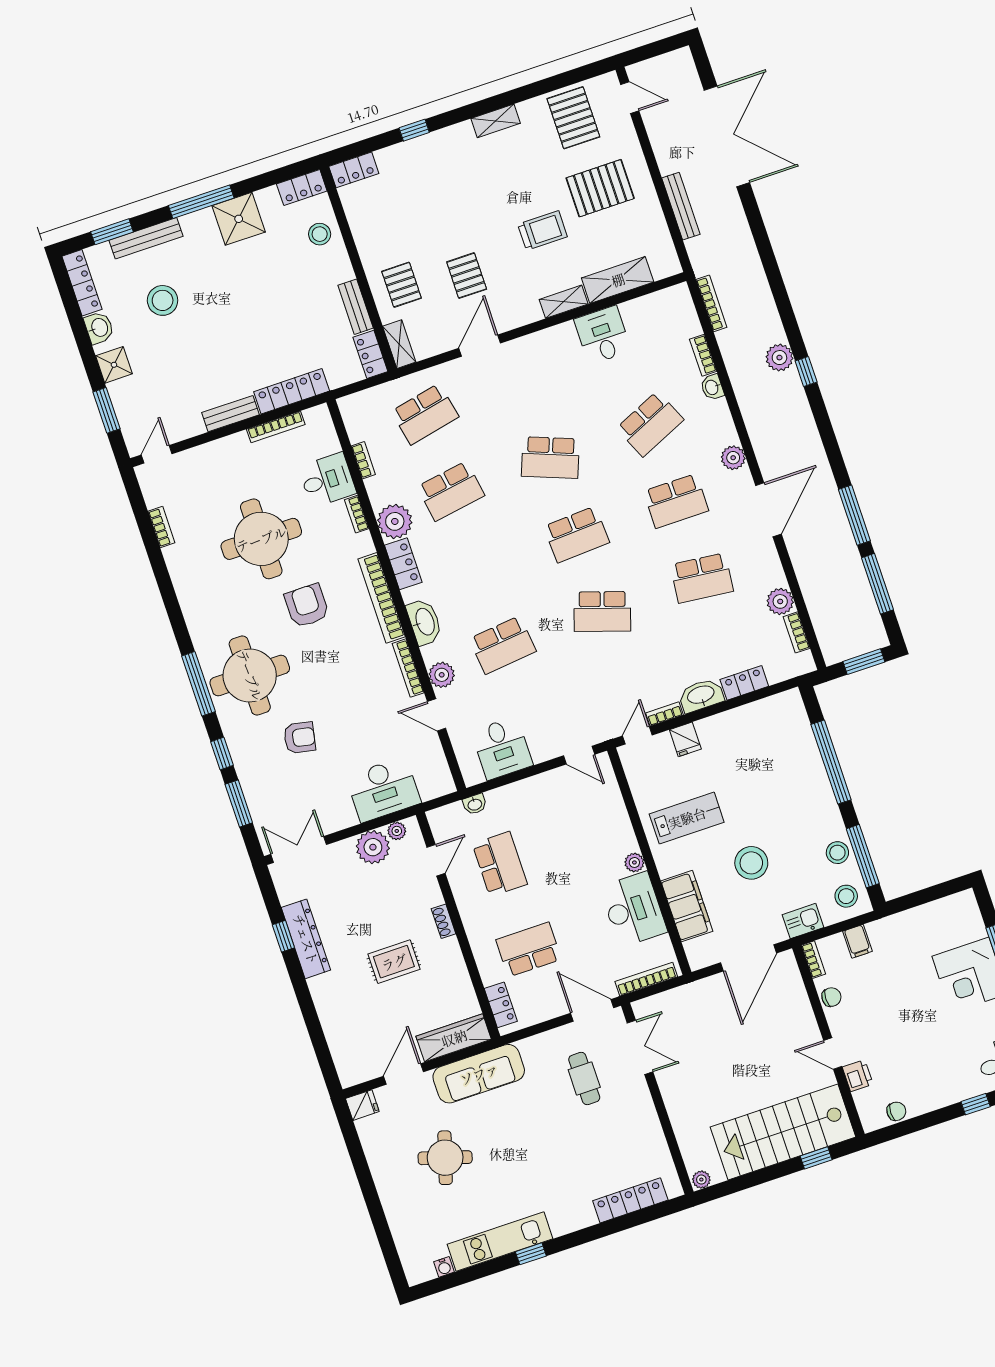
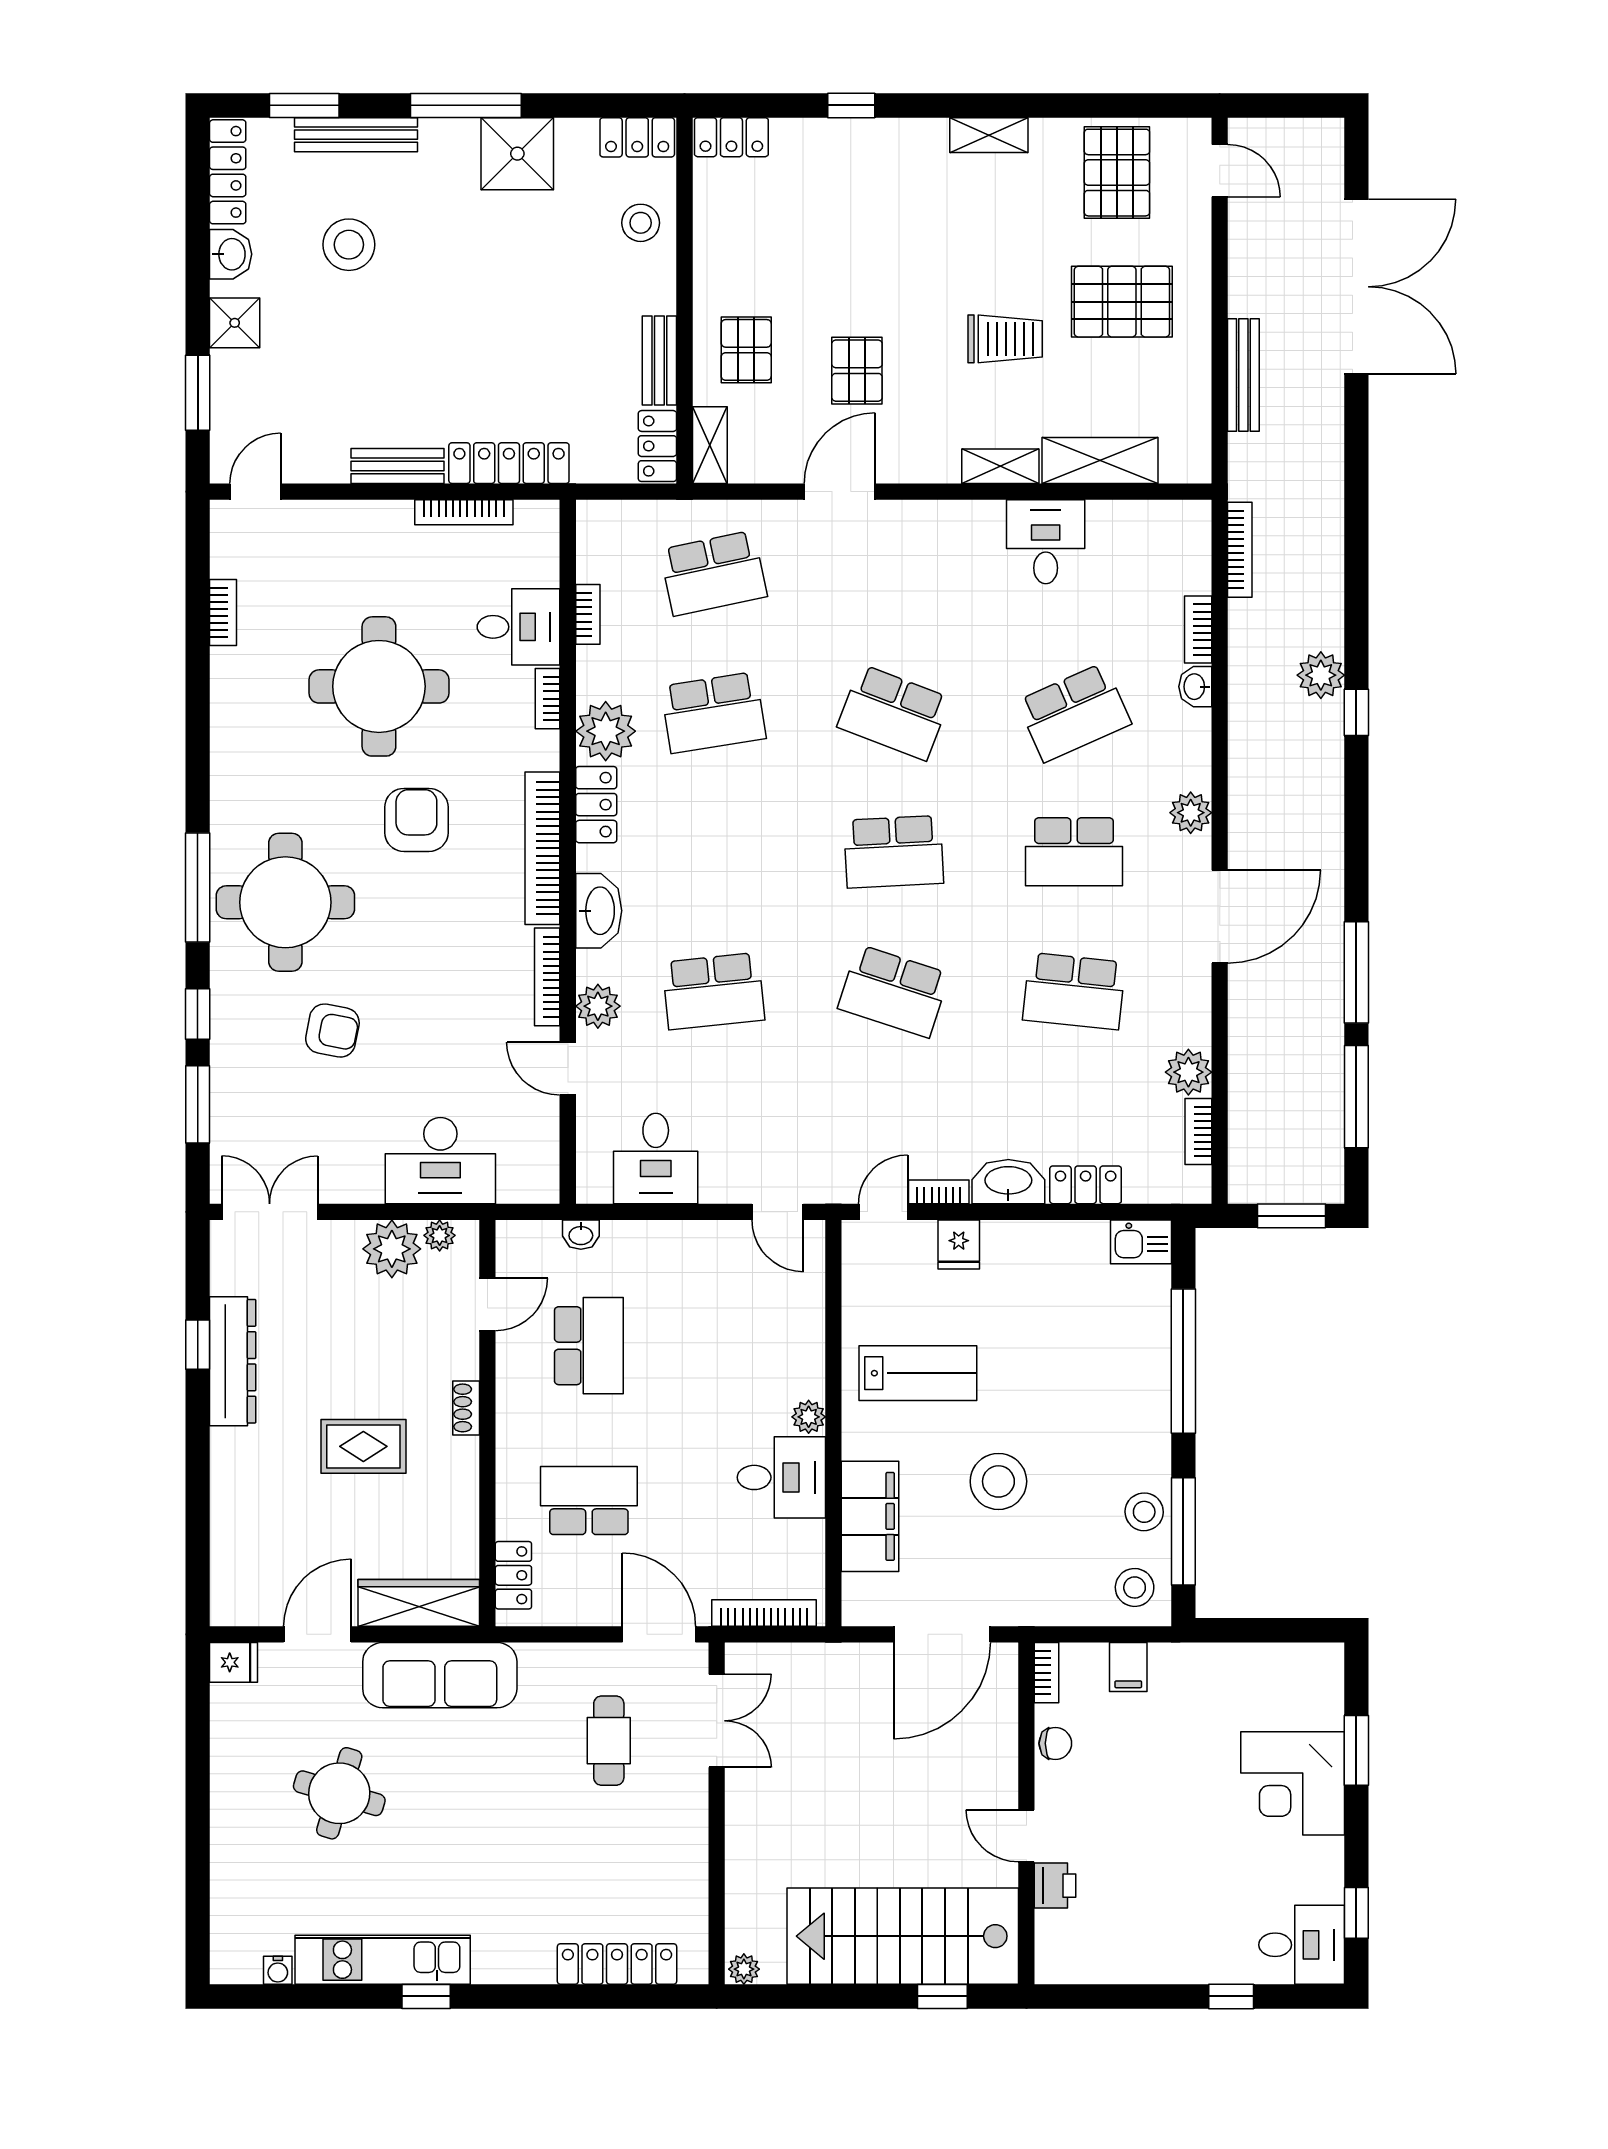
desk: (633, 909) -> (781, 1477), width x0.73
kitchen sink: (803, 921) -> (1141, 1242), moved, turned 180
chair: (896, 1111) -> (1098, 1965), removed

